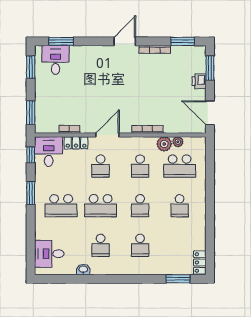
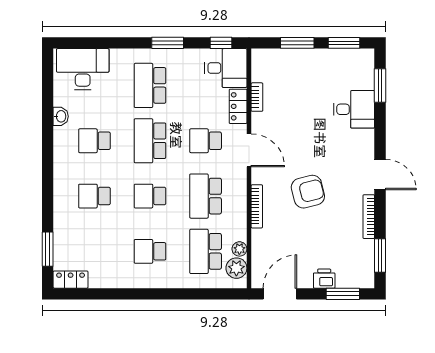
desk: (55, 60) -> (354, 109), moved
armchair: (137, 93) -> (308, 192), added
window: (31, 113) -> (297, 43), moved
plant: (164, 144) -> (236, 268), moved
school desk: (140, 166) -> (206, 196), width x1.85
desk: (49, 254) -> (83, 69), width x1.37

